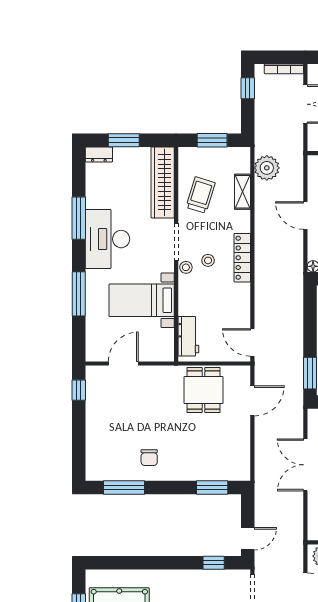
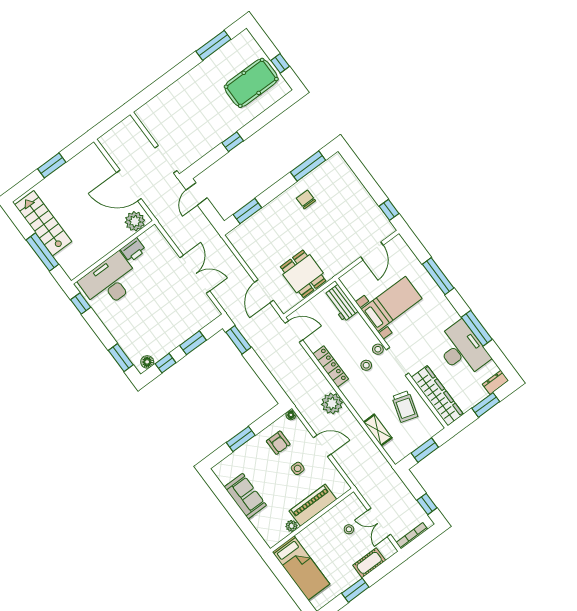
plant: (267, 168) -> (332, 403), moved
desk: (107, 239) -> (462, 350), moved
locker: (242, 258) -> (331, 366), moved
window: (214, 563) -> (233, 142), moved

